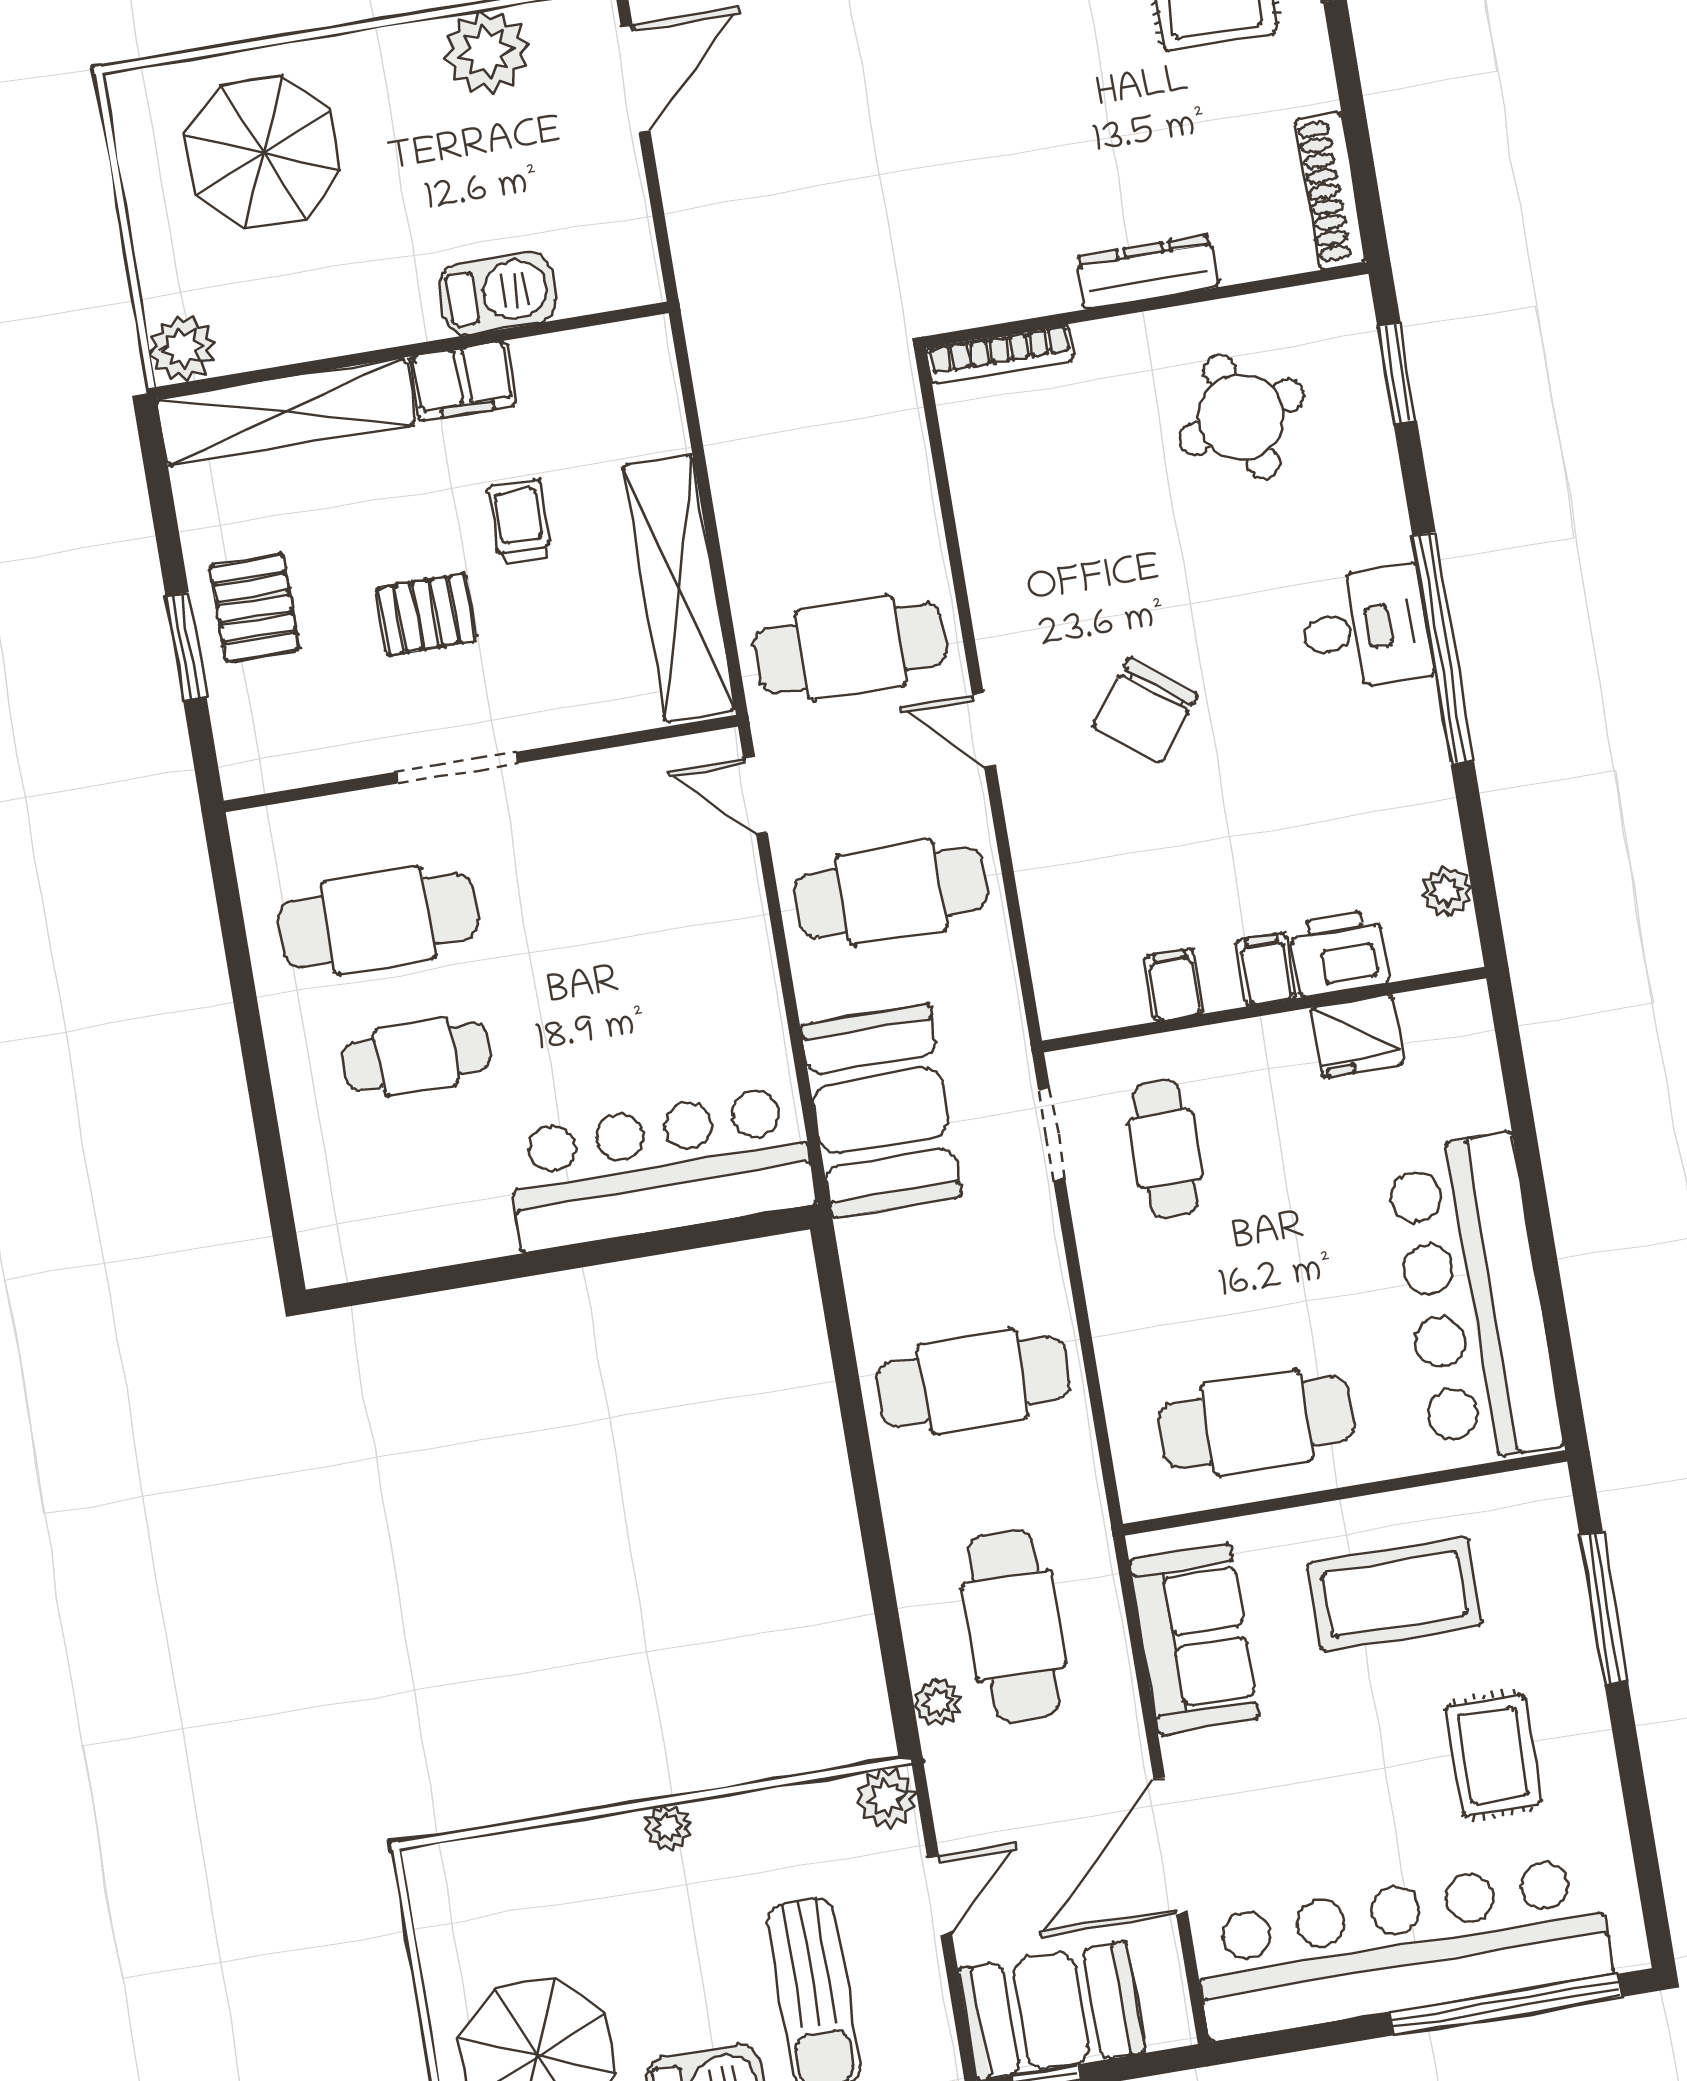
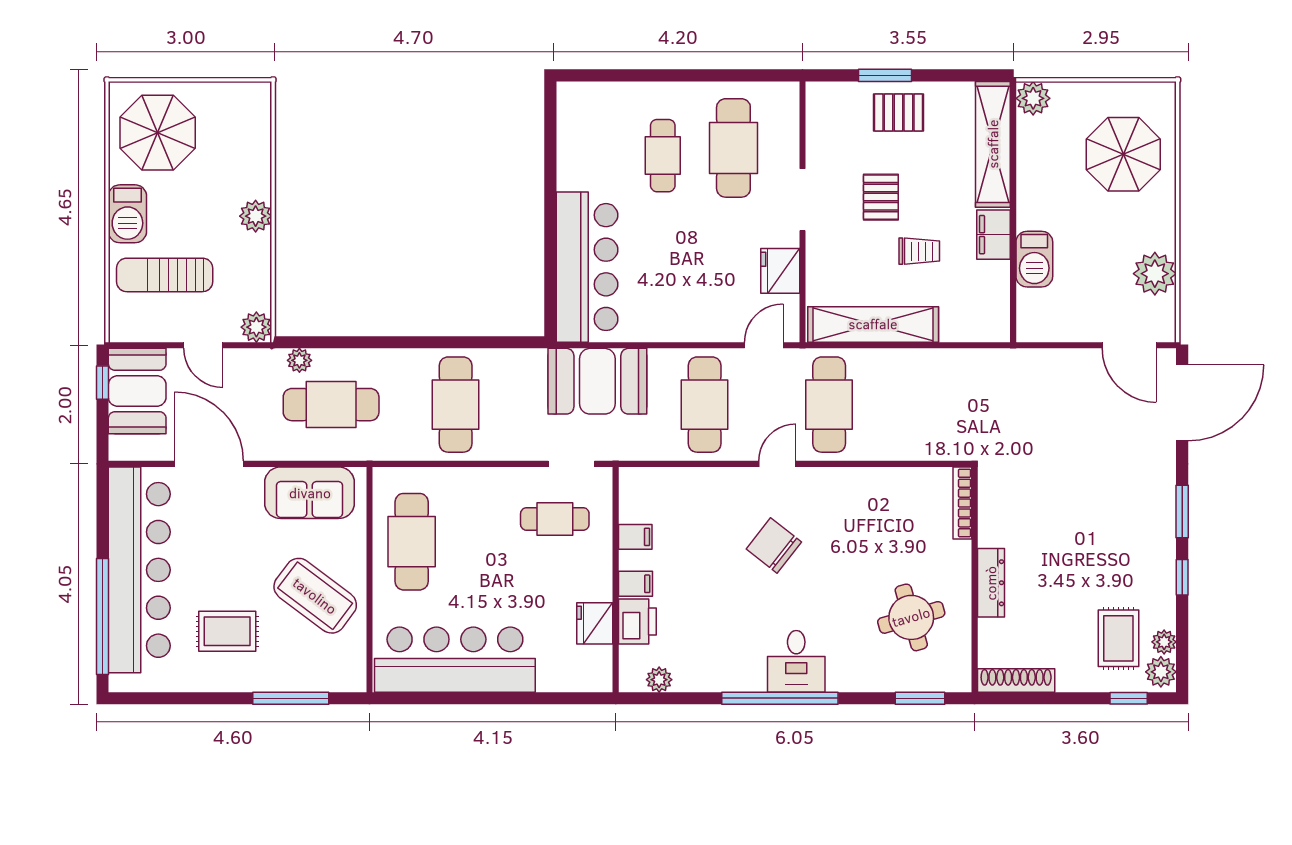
fridge: (604, 788) -> (780, 271), added
coffee table: (1395, 1594) -> (315, 596), turned -53
plant: (667, 1827) -> (256, 216), width x1.38, depth x1.38

